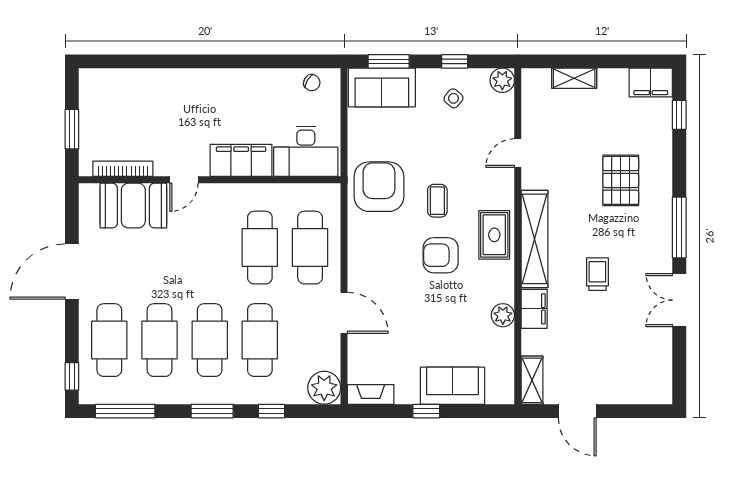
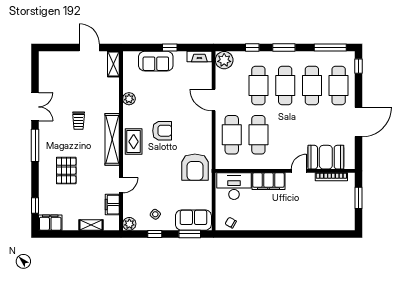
coffee table: (437, 201) -> (164, 160), removed
filing cabinet: (534, 309) -> (112, 205), moved

